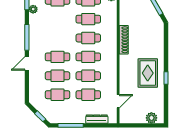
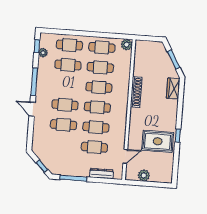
wardrobe: (158, 34) -> (173, 88), added
door: (27, 63) -> (32, 109), hinge flipped
rug: (148, 73) -> (158, 141), moved, turned 90
cafe table: (58, 95) -> (68, 65), moved
plant: (151, 118) -> (144, 175), moved

